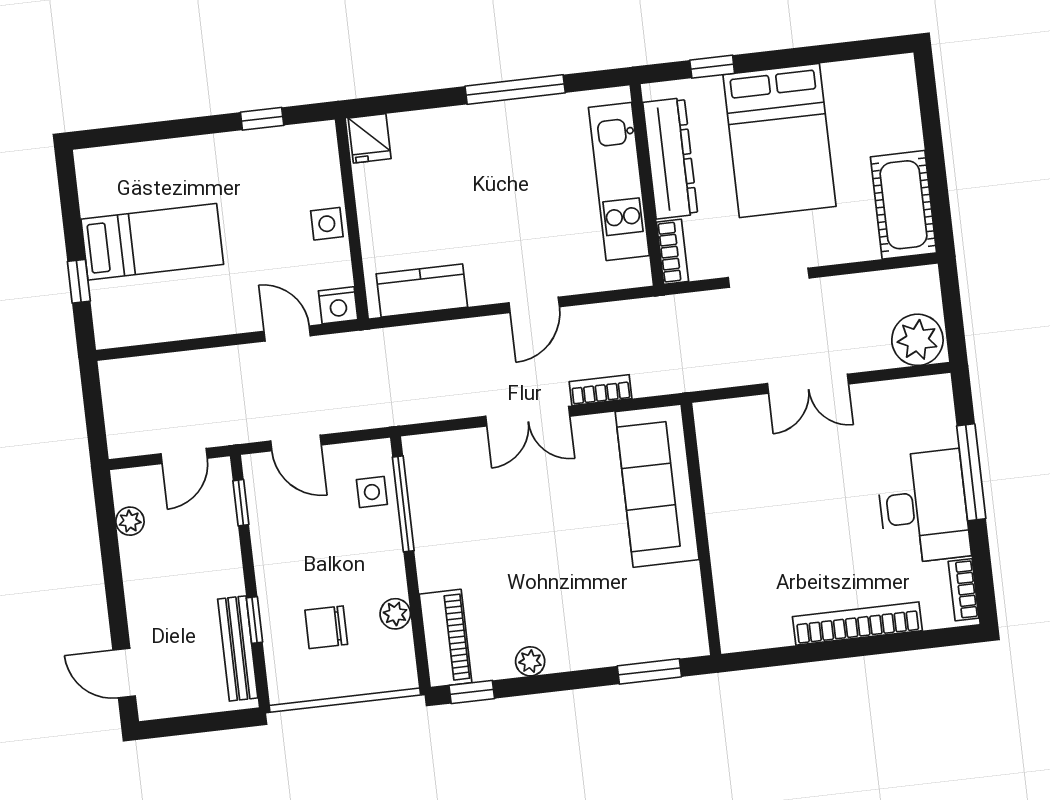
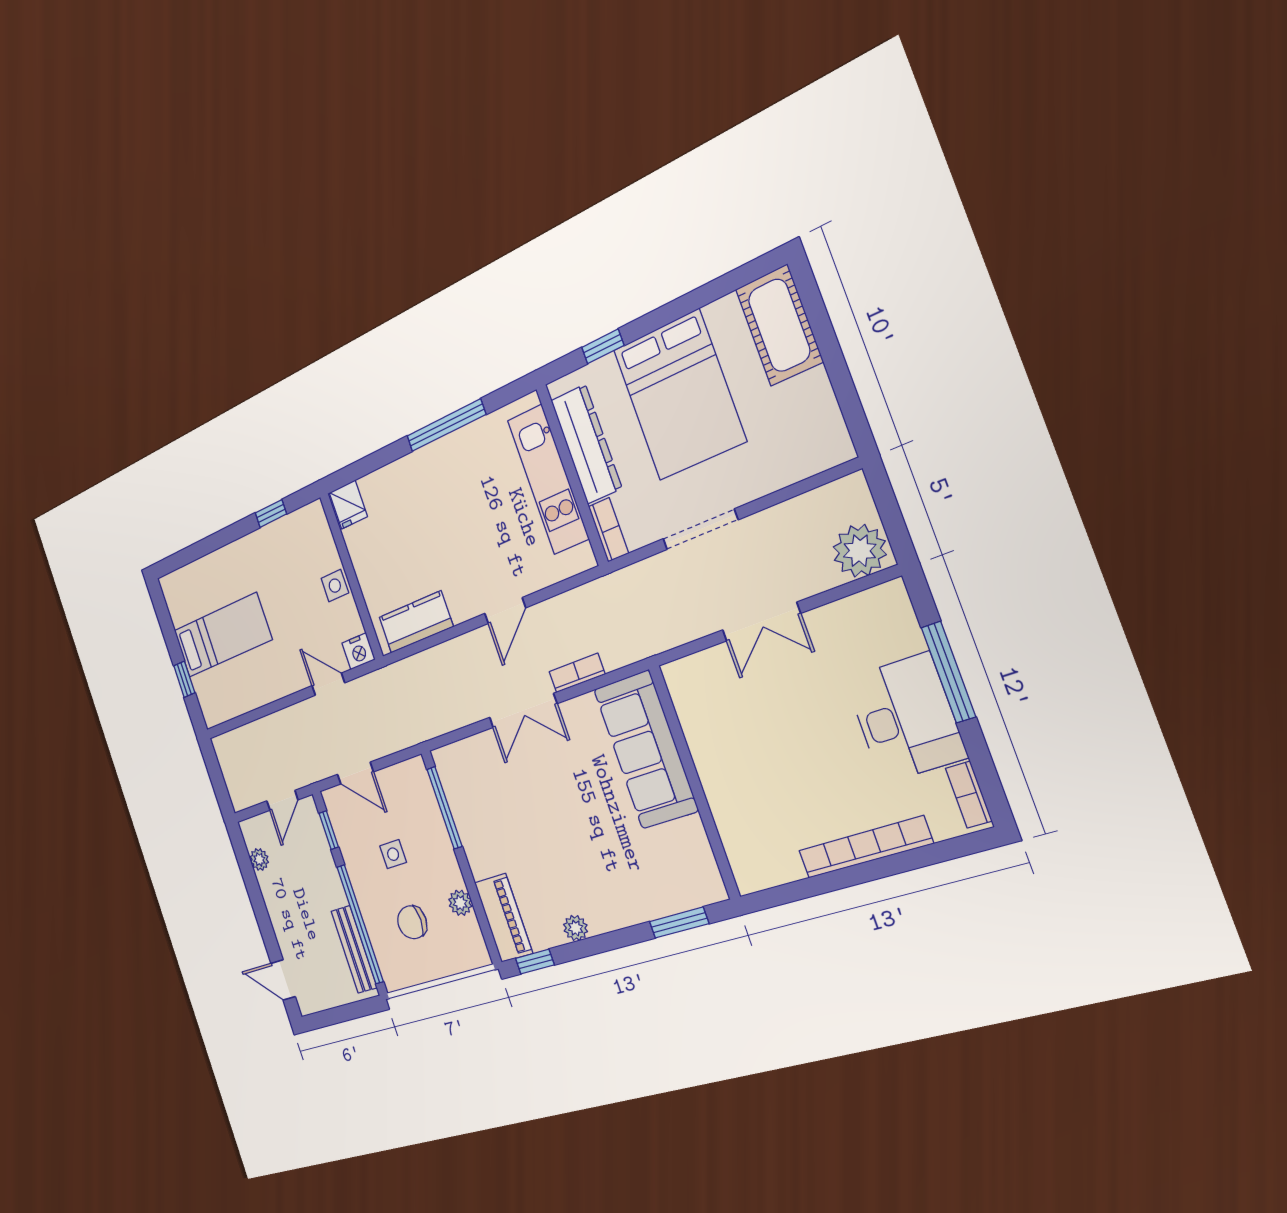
cot: (904, 205) -> (779, 325), moved
side table: (372, 492) -> (393, 854), moved
window: (254, 620) -> (360, 924), width x3.17

